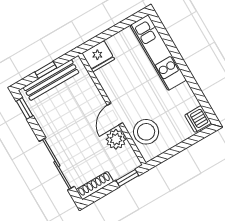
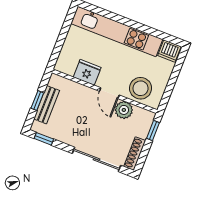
kitchen unit: (158, 53) -> (117, 31), width x1.36
fridge: (98, 56) -> (87, 72), moved, turned -90
bench: (51, 80) -> (47, 105), width x0.73

